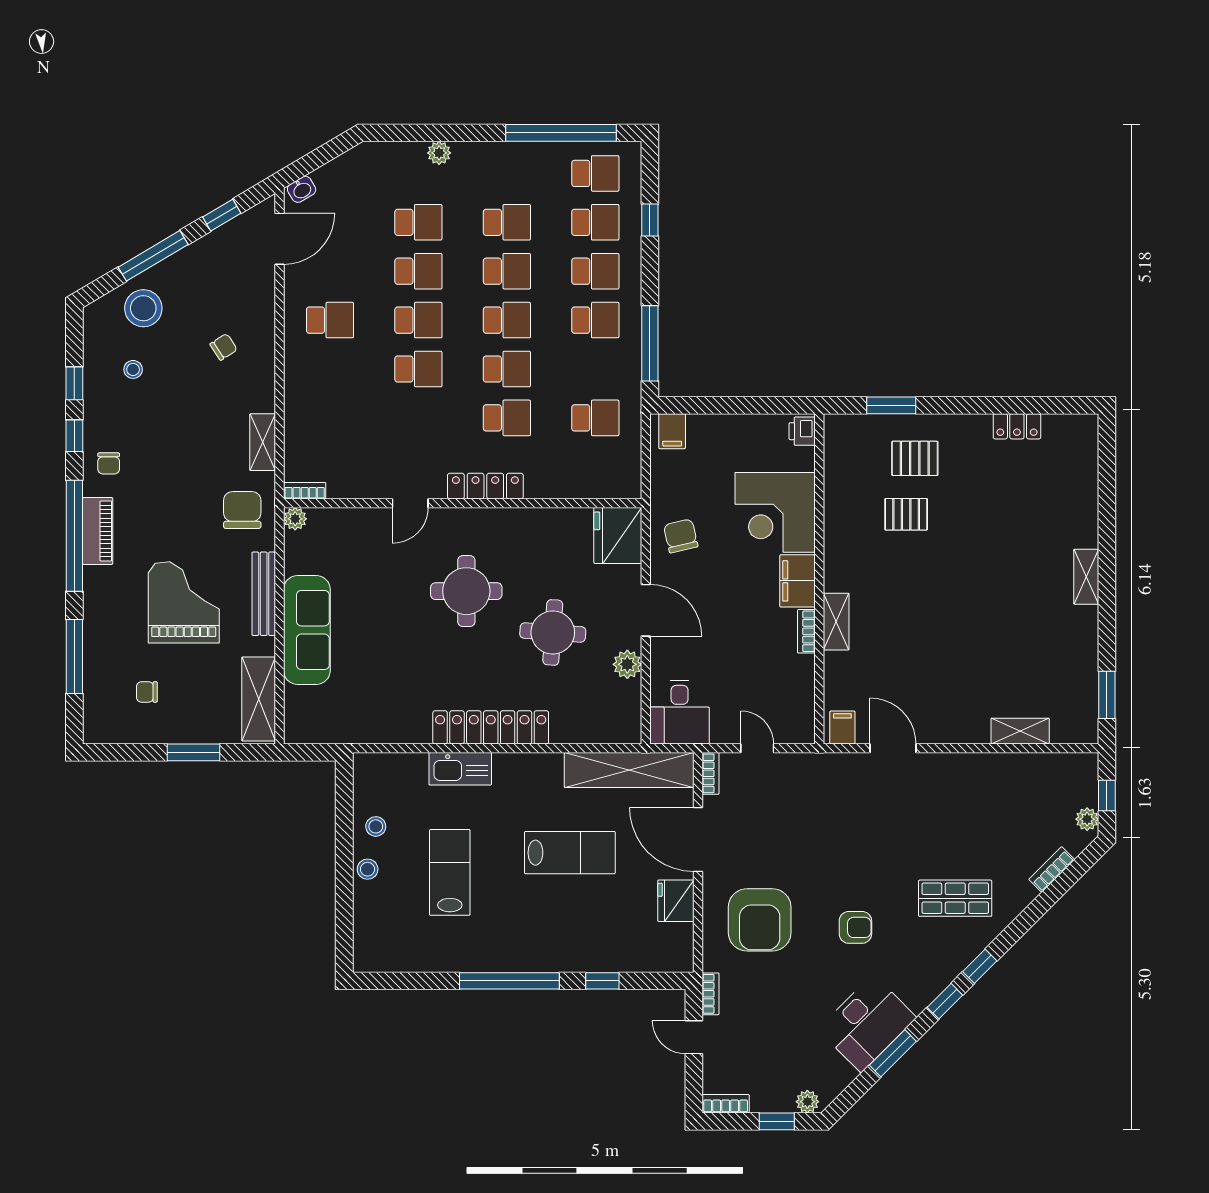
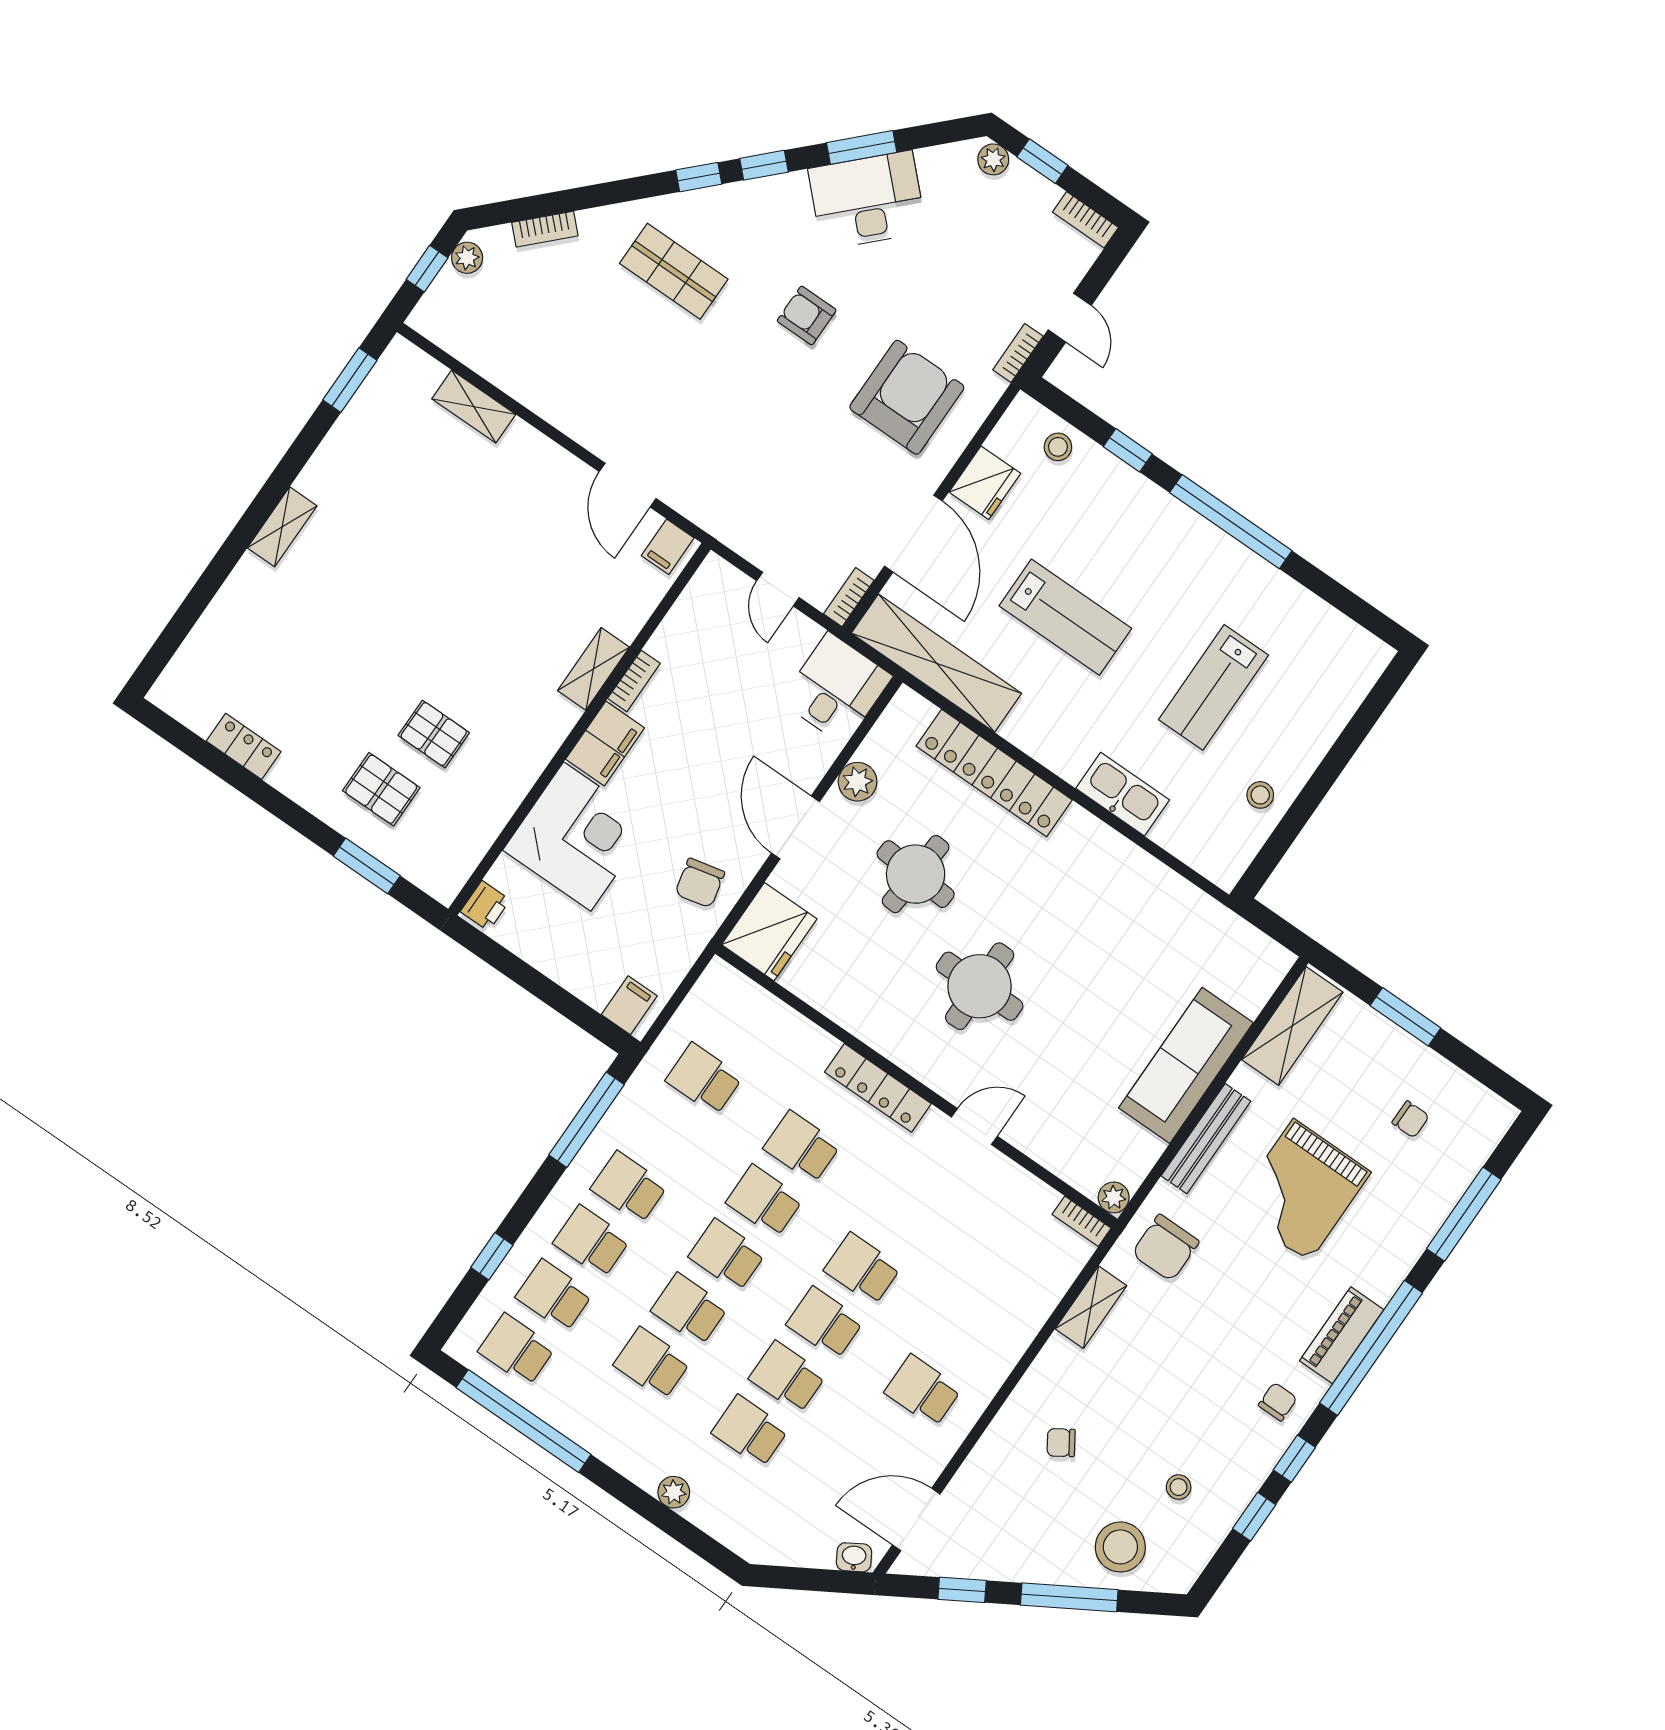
locker: (491, 727) -> (994, 773), moved
lab bench: (570, 853) -> (1065, 617), turned 180
stool: (368, 869) -> (1058, 447), moved

